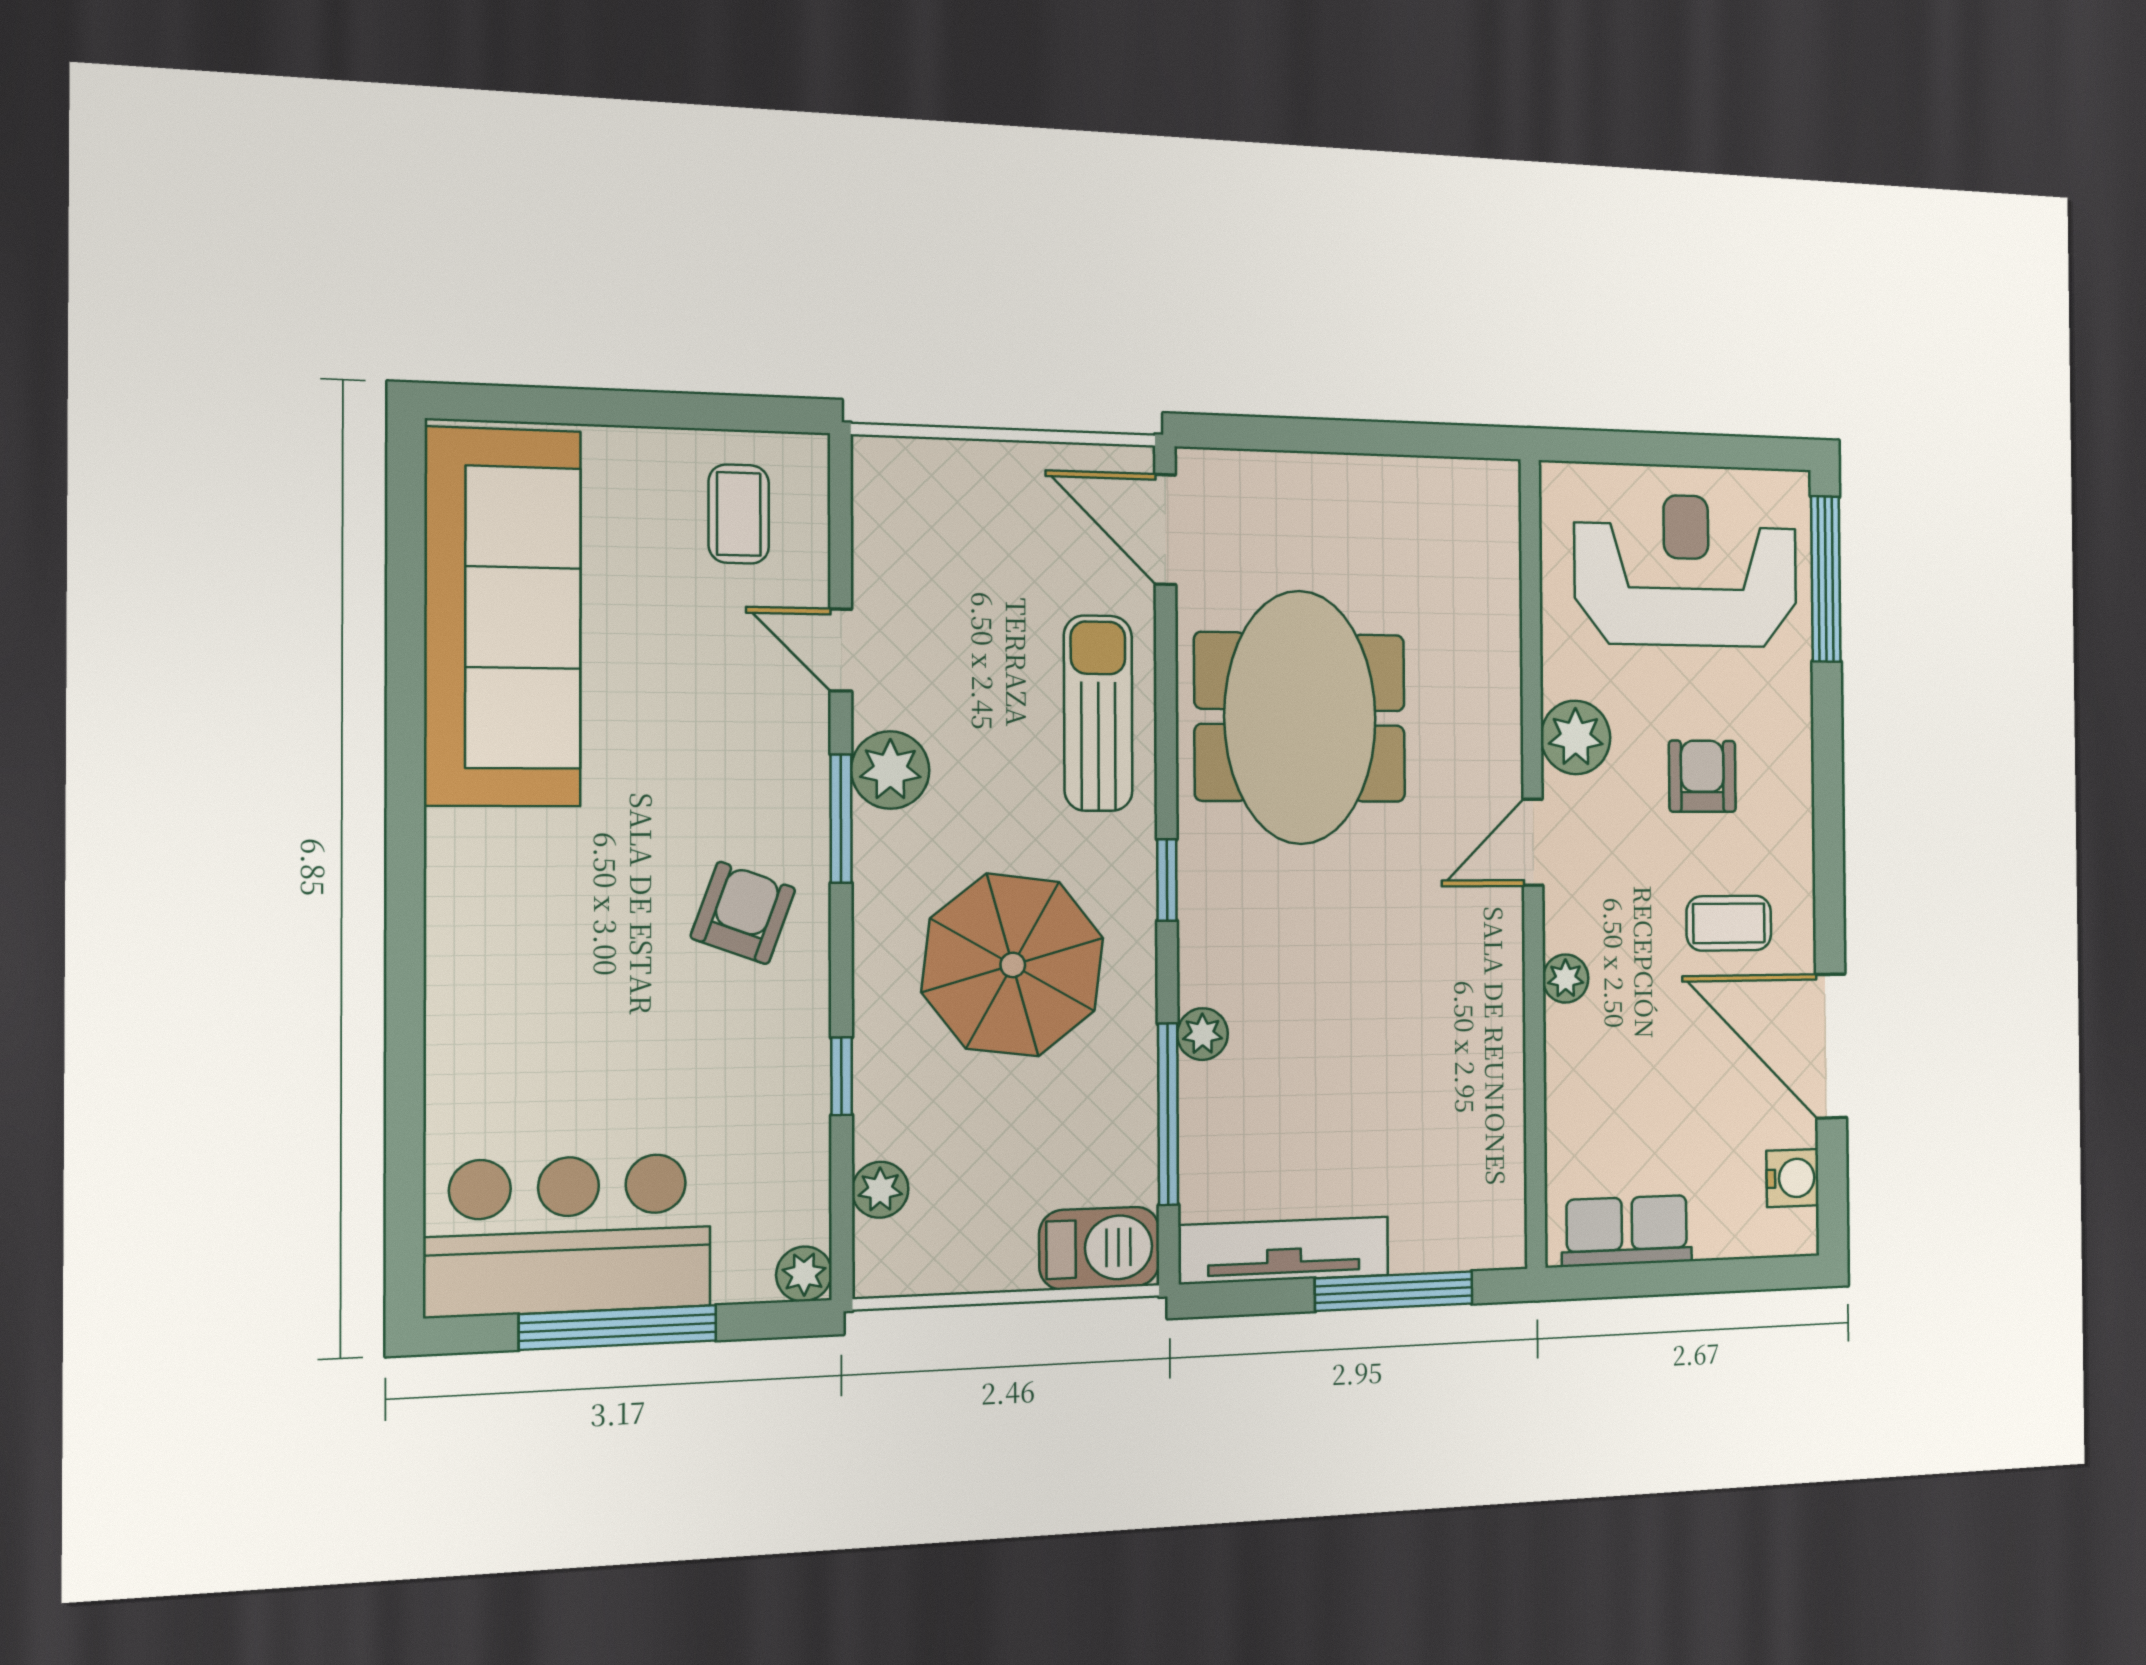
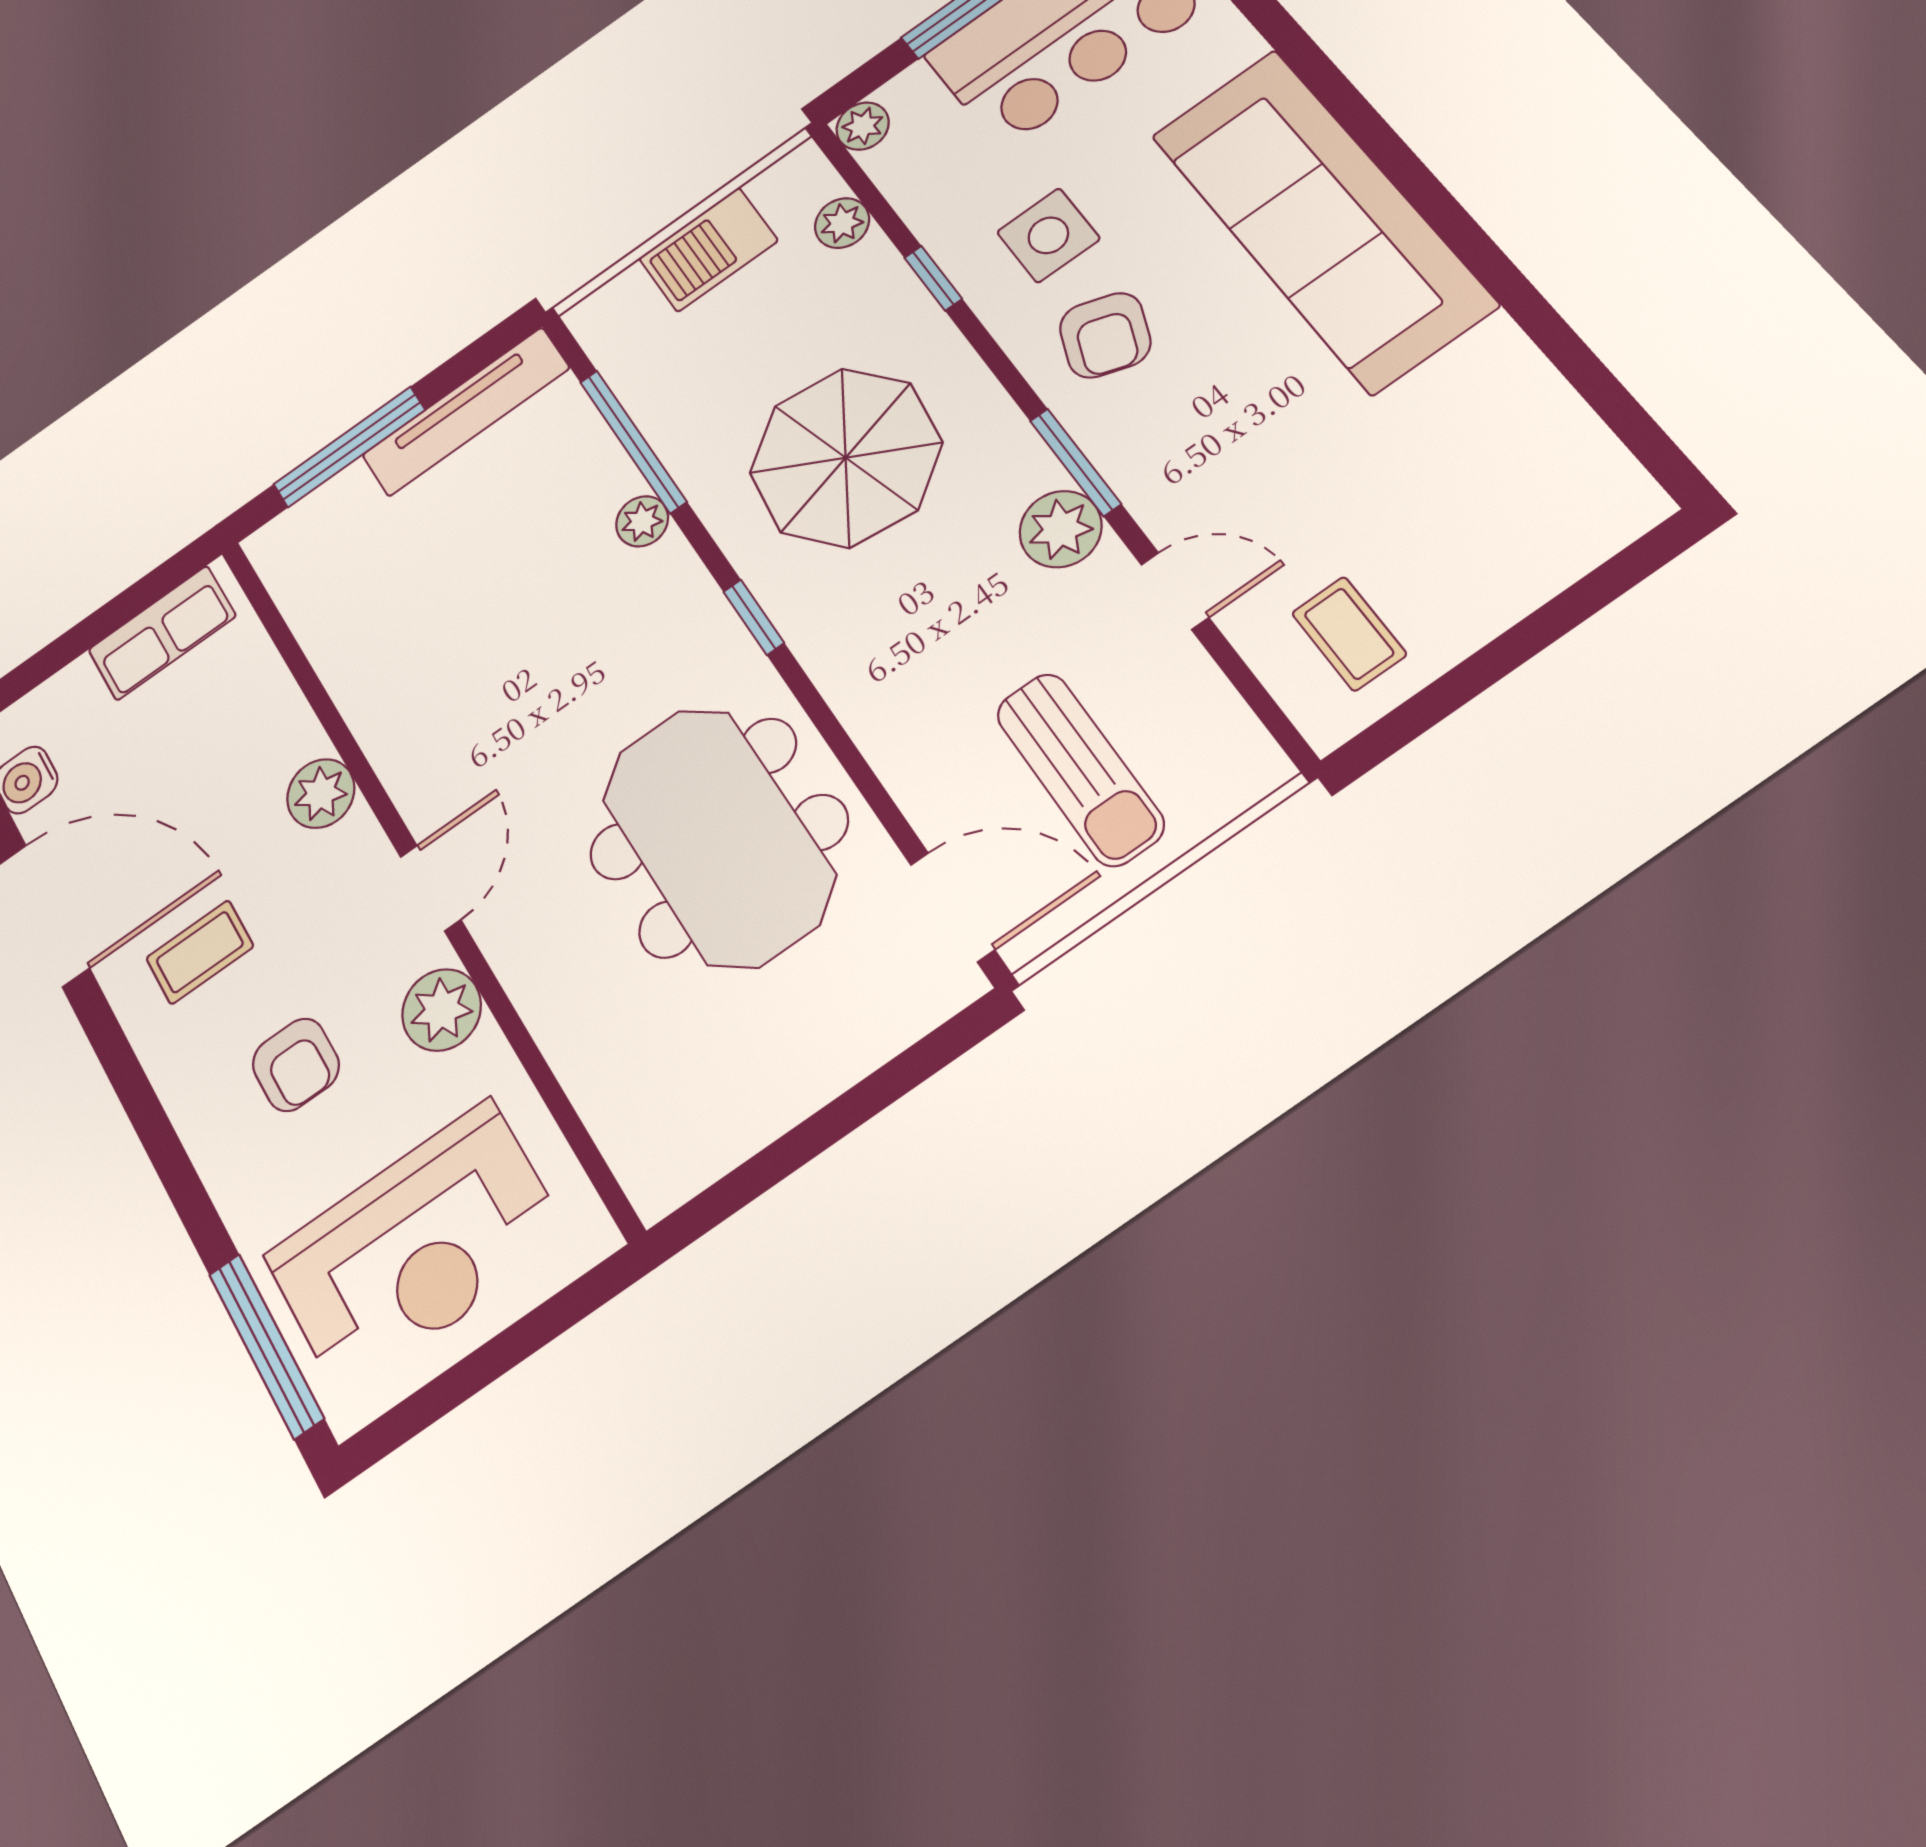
sofa: (503, 617) -> (1322, 219), moved
sun lounger: (1098, 713) -> (1080, 769), moved
plant: (1566, 979) -> (321, 794), width x1.38, depth x1.38
side table: (725, 1042) -> (1048, 235), added
barbecue: (1099, 1248) -> (708, 249), moved

